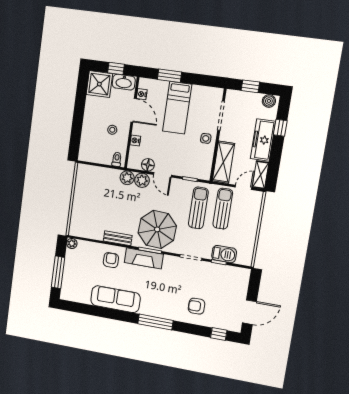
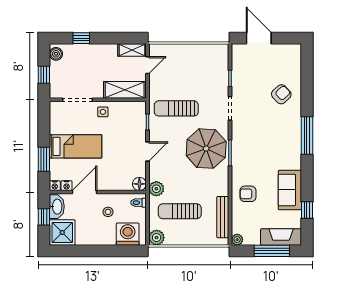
freezer: (263, 140) -> (96, 53), removed
nightstand: (135, 141) -> (55, 186), moved
washing machine: (90, 145) -> (128, 234), added
floor lamp: (148, 165) -> (139, 184), moved
plant: (142, 180) -> (157, 238), moved
door: (243, 187) -> (147, 65), swing flipped
sun lounger: (223, 209) -> (180, 211), moved
bench: (118, 238) -> (223, 217), moved, width x1.36
barbecue: (224, 254) -> (220, 74), removed
fireplace: (144, 258) -> (281, 237), moved, turned -90
sofa: (115, 299) -> (290, 190), width x0.73
armchair: (197, 306) -> (281, 94), turned -133
door: (249, 312) -> (259, 38), moved
window: (219, 334) -> (307, 210), moved

